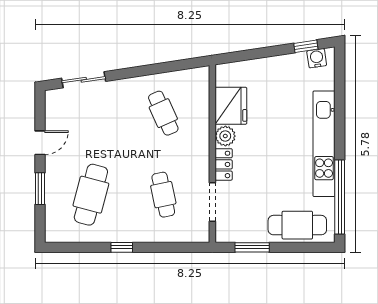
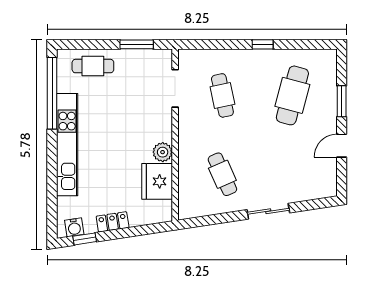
sliding door: (84, 80) -> (268, 211), moved
locker: (224, 164) -> (113, 222), moved, turned 81
cafe table: (297, 225) -> (93, 66), width x0.73, depth x0.74

